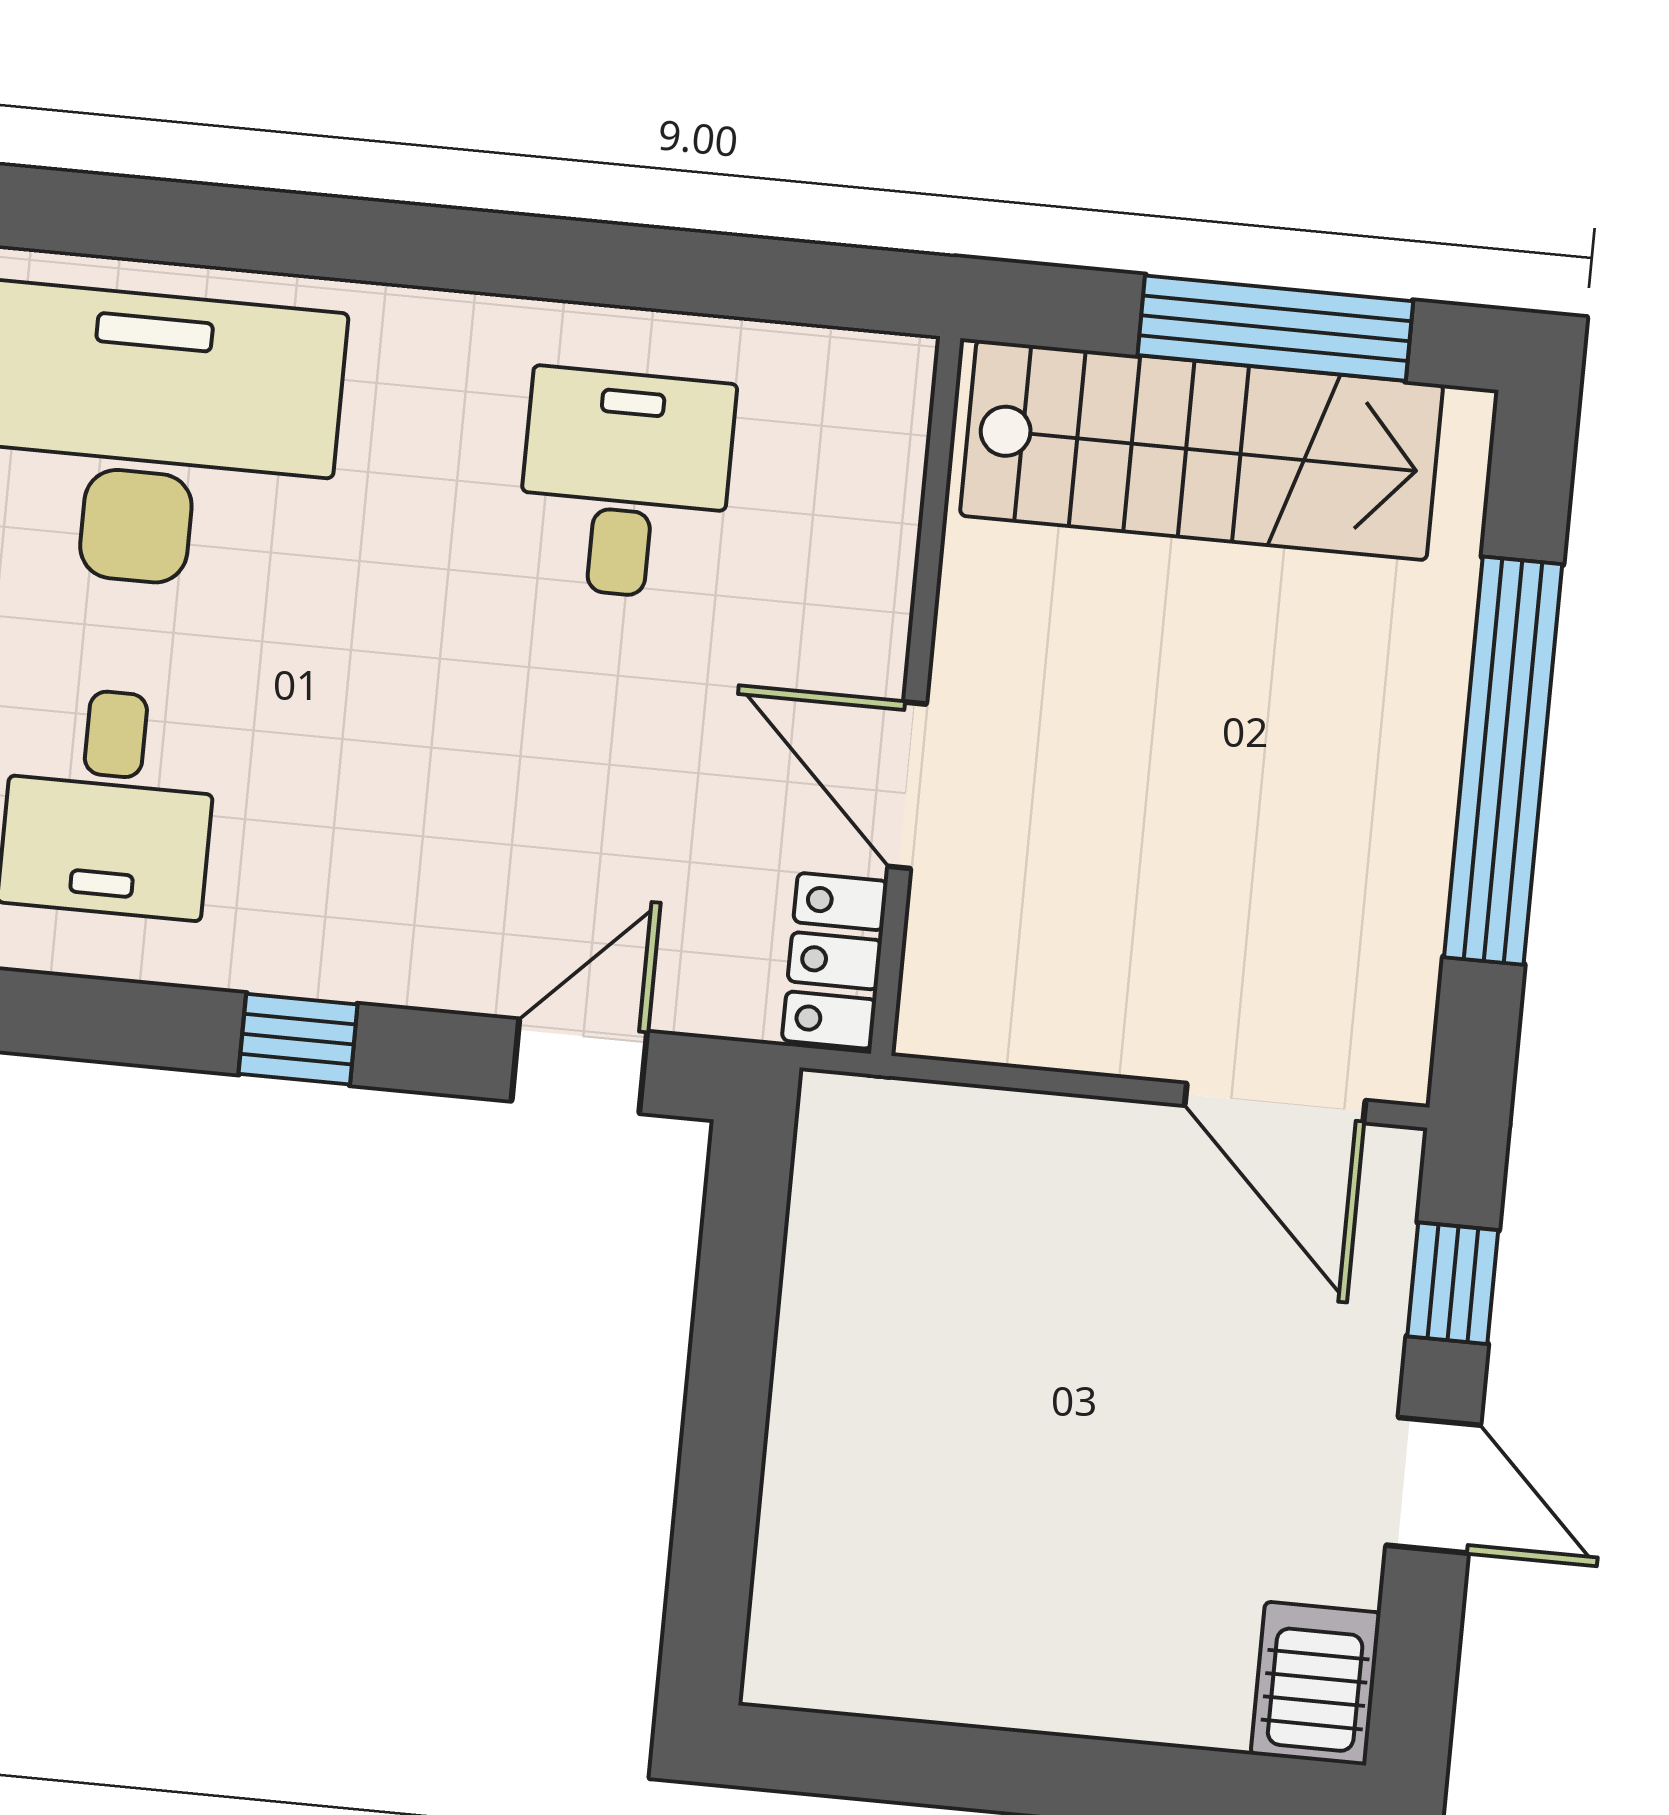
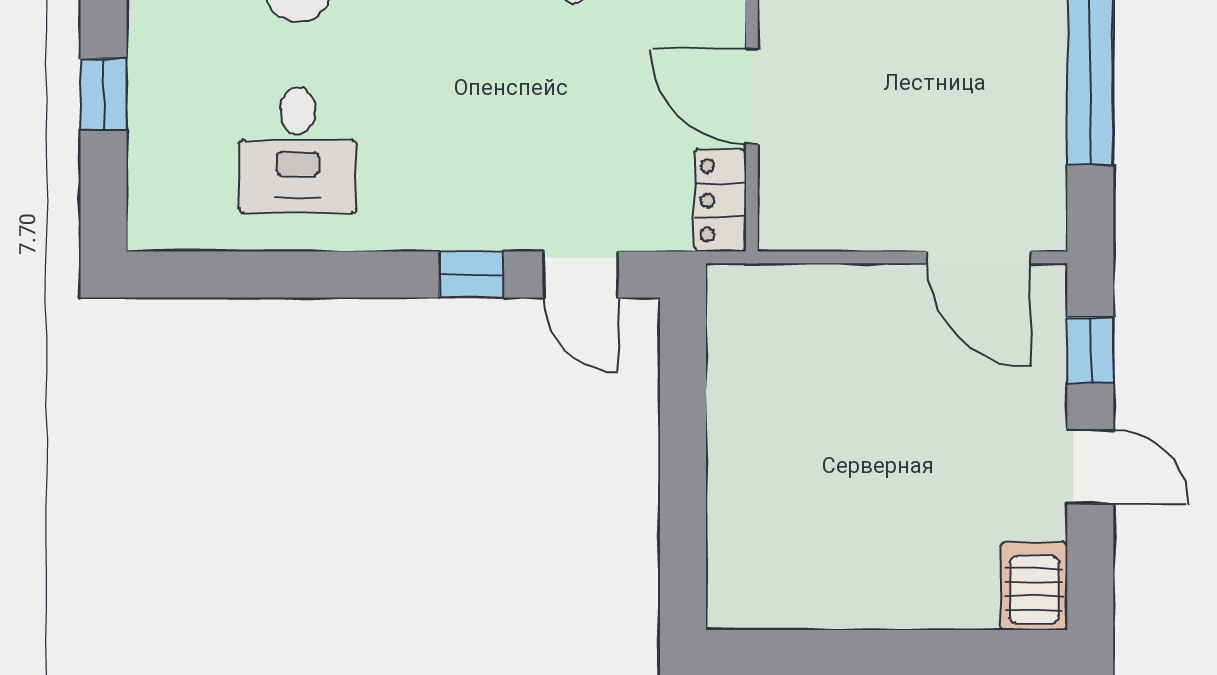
window: (298, 1039) -> (471, 275), moved
door: (579, 1066) -> (580, 275), swing flipped

